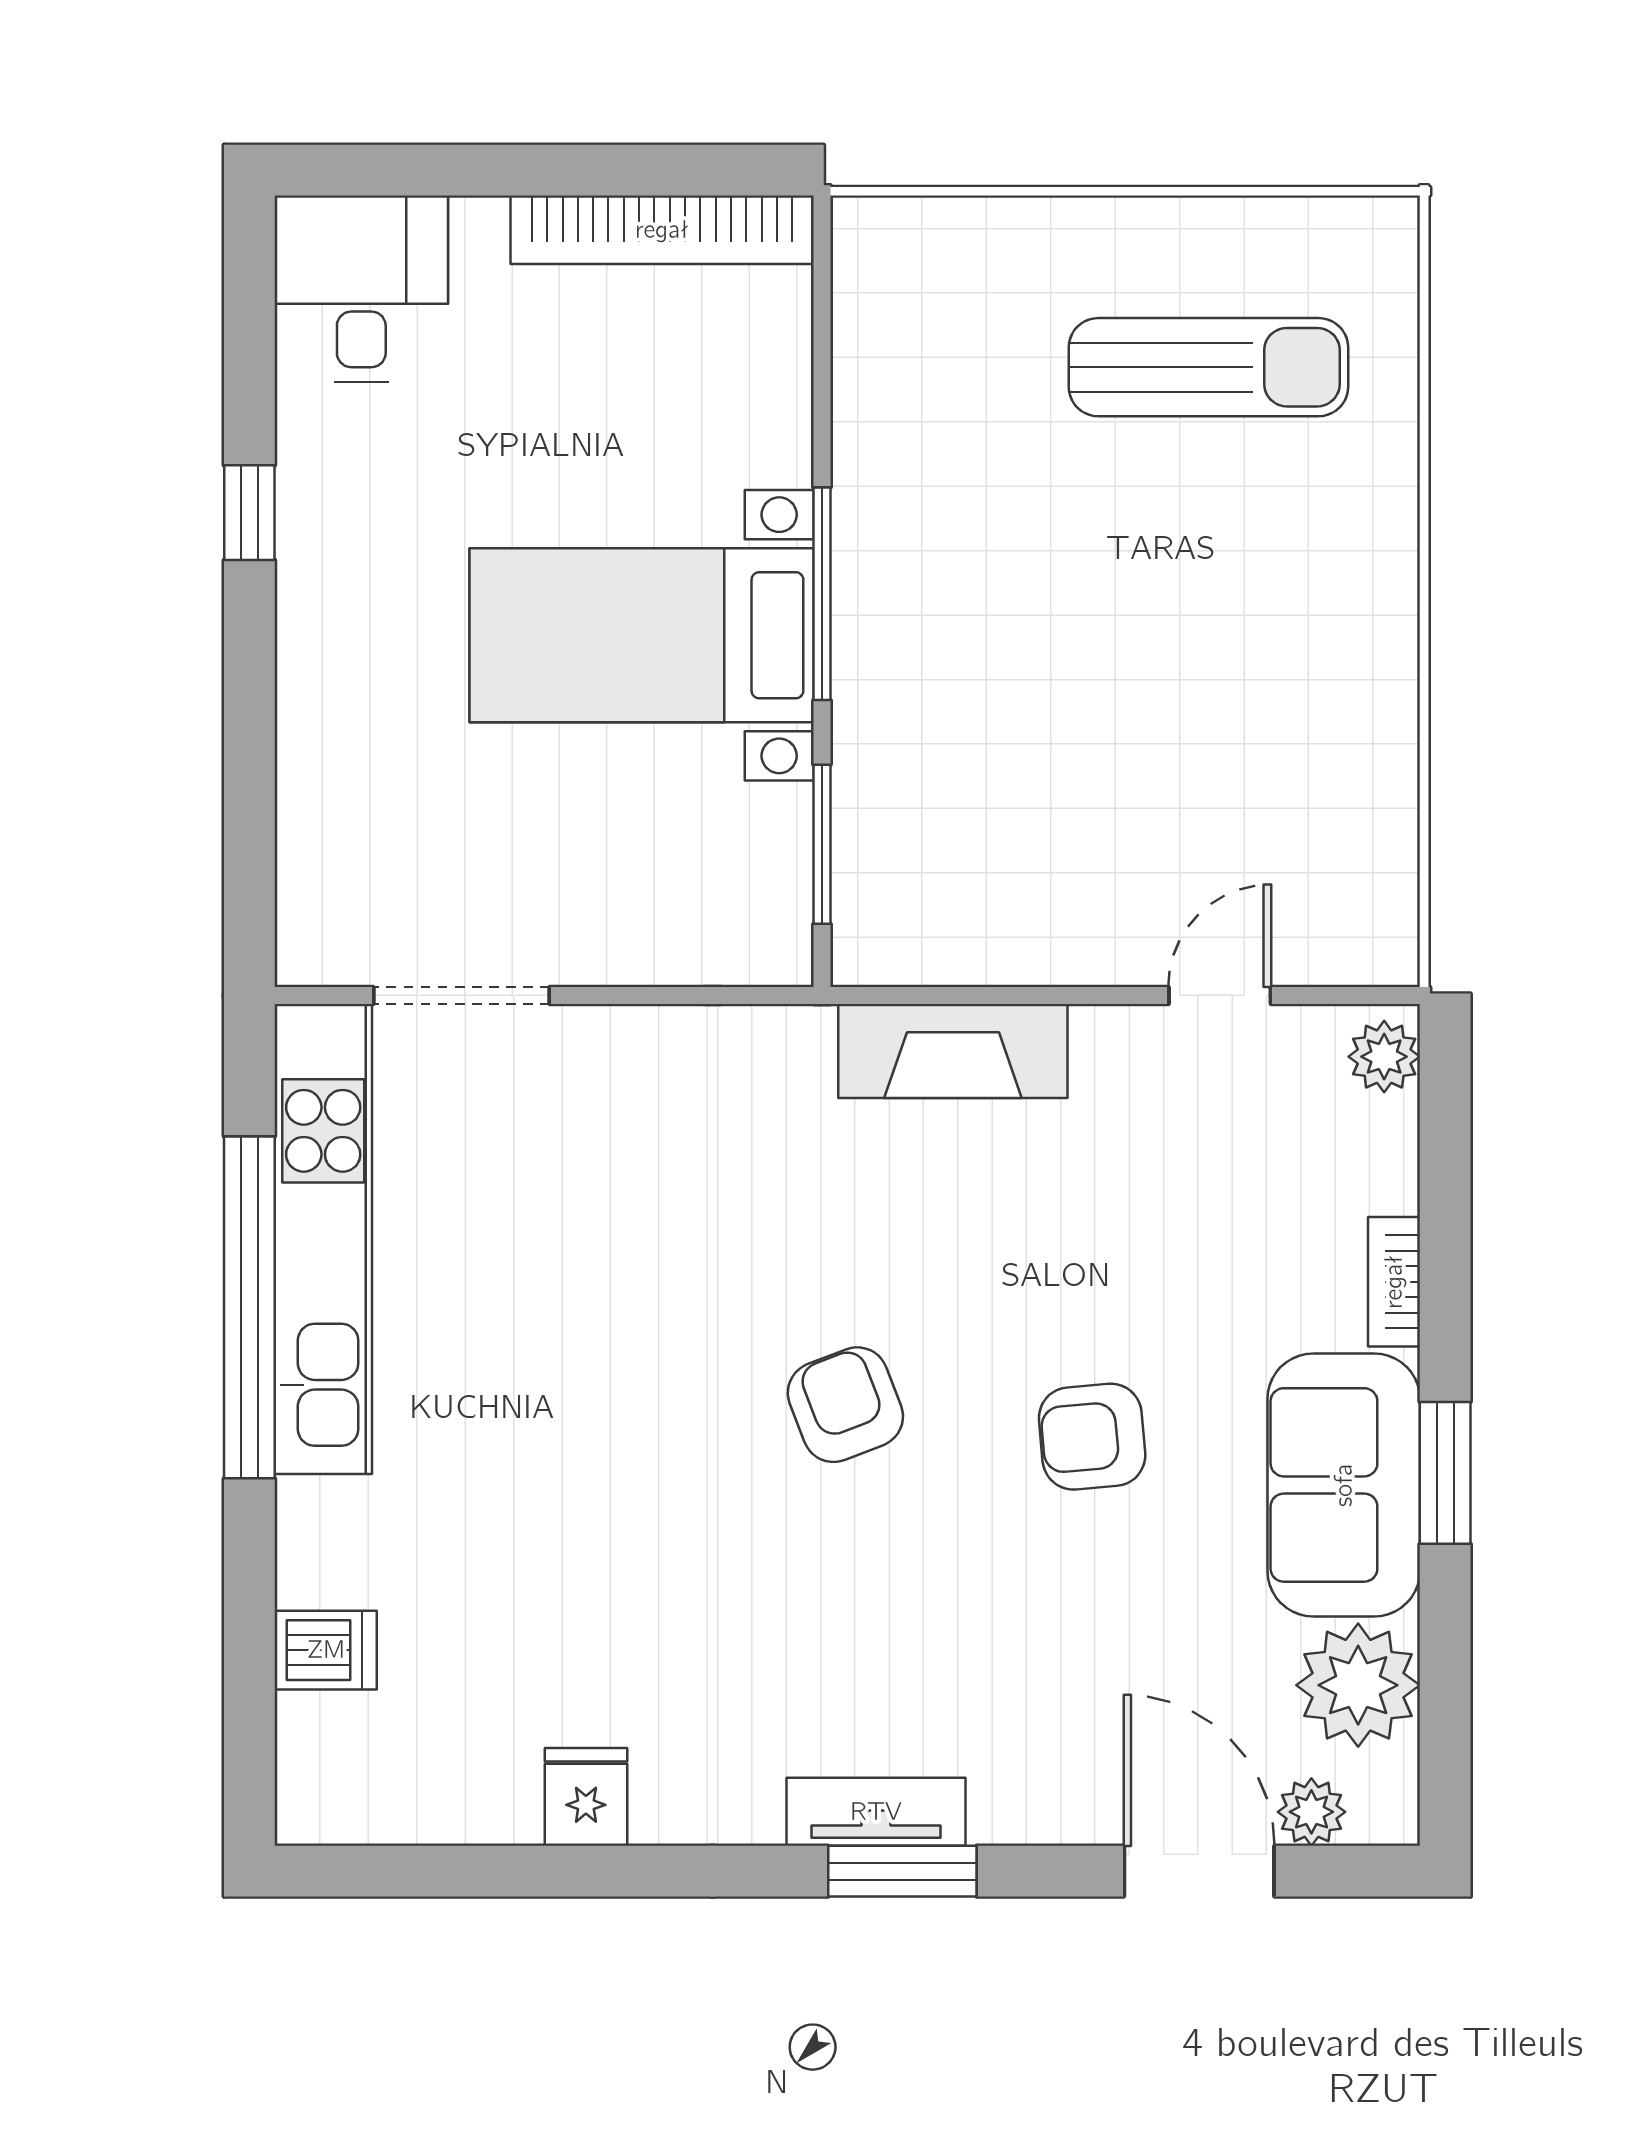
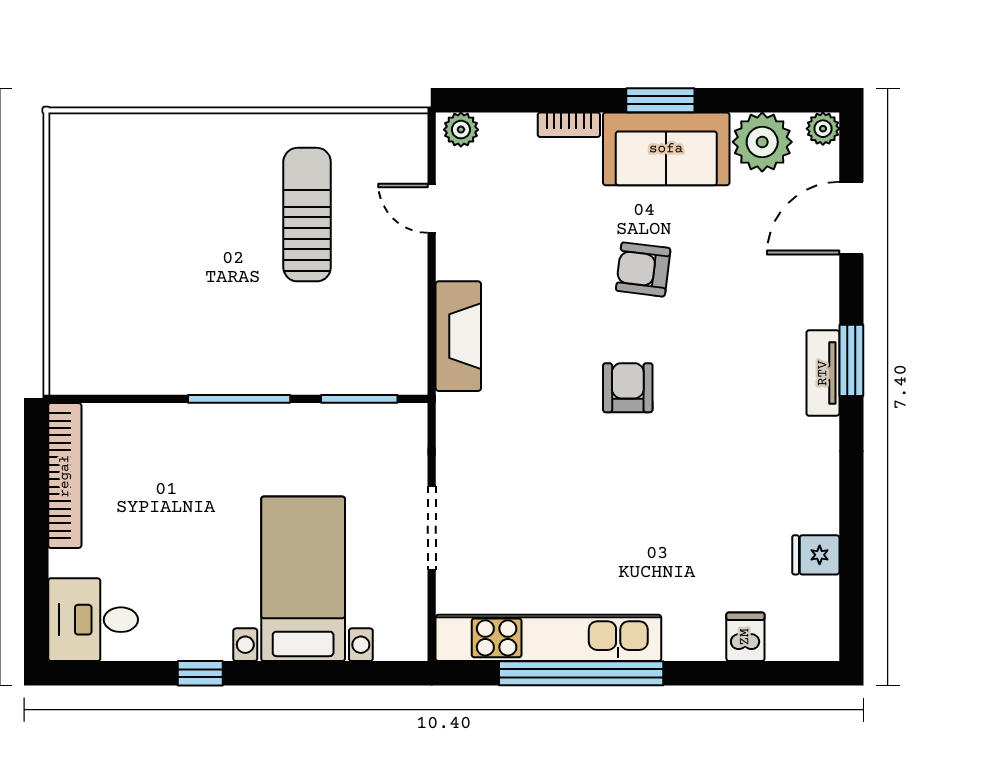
sun lounger: (1208, 367) -> (307, 215), moved
bed with nightstands: (642, 635) -> (303, 579), moved, turned 180
doorway: (462, 995) -> (432, 528), moved
armchair: (845, 1405) -> (628, 388), turned 111
armchair: (1092, 1437) -> (643, 269), turned 102
fridge: (586, 1797) -> (816, 555), moved
plant: (1311, 1812) -> (823, 129), moved

